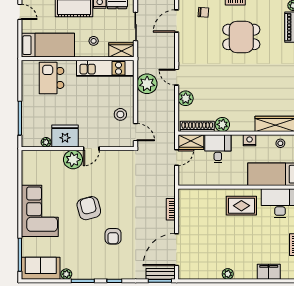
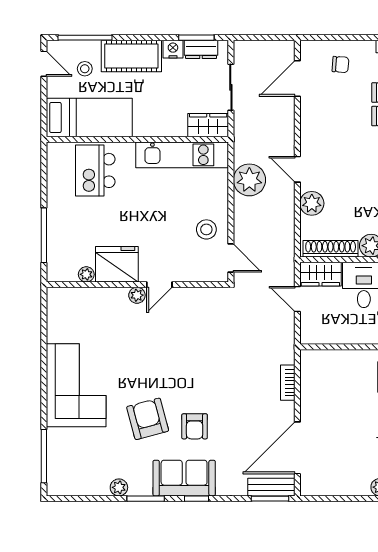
stool: (94, 41) -> (85, 69), moved
door: (177, 157) -> (297, 299), swing flipped
plant: (73, 160) -> (137, 295), width x0.53, depth x0.53
armchair: (89, 208) -> (148, 419), moved
sofa: (41, 268) -> (184, 478), moved

